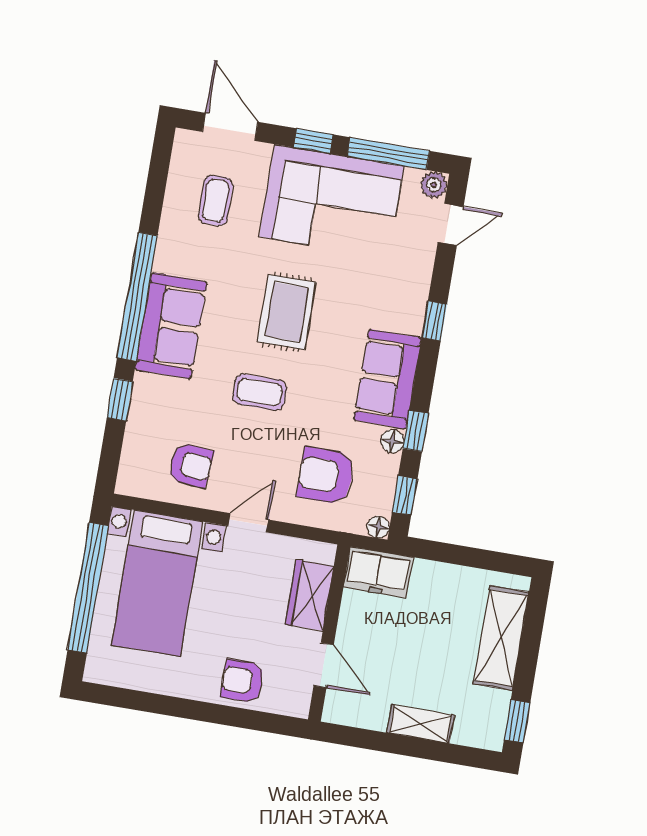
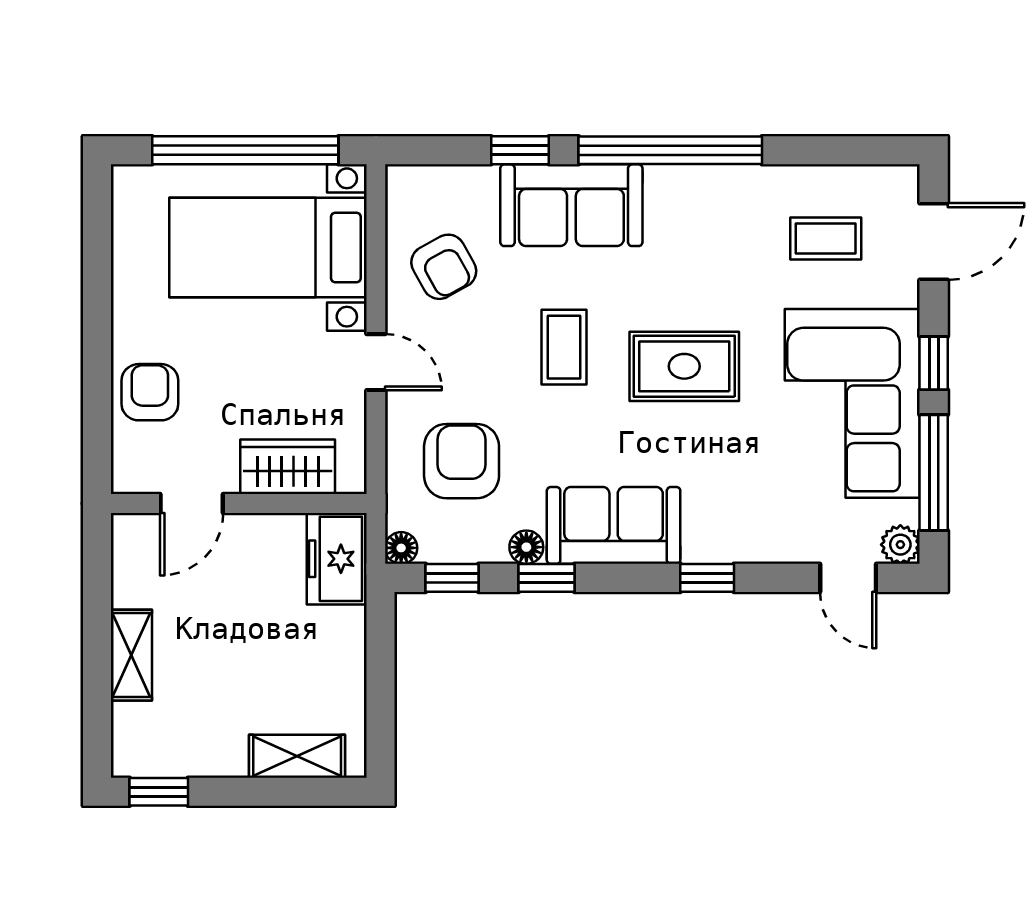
sofa: (171, 326) -> (571, 205), moved
armchair: (191, 465) -> (444, 267), turned -34
shelving: (501, 638) -> (297, 756), width x0.67, depth x0.75

